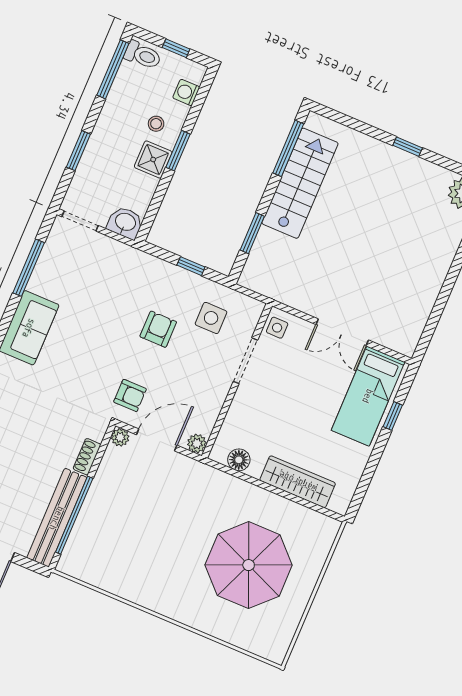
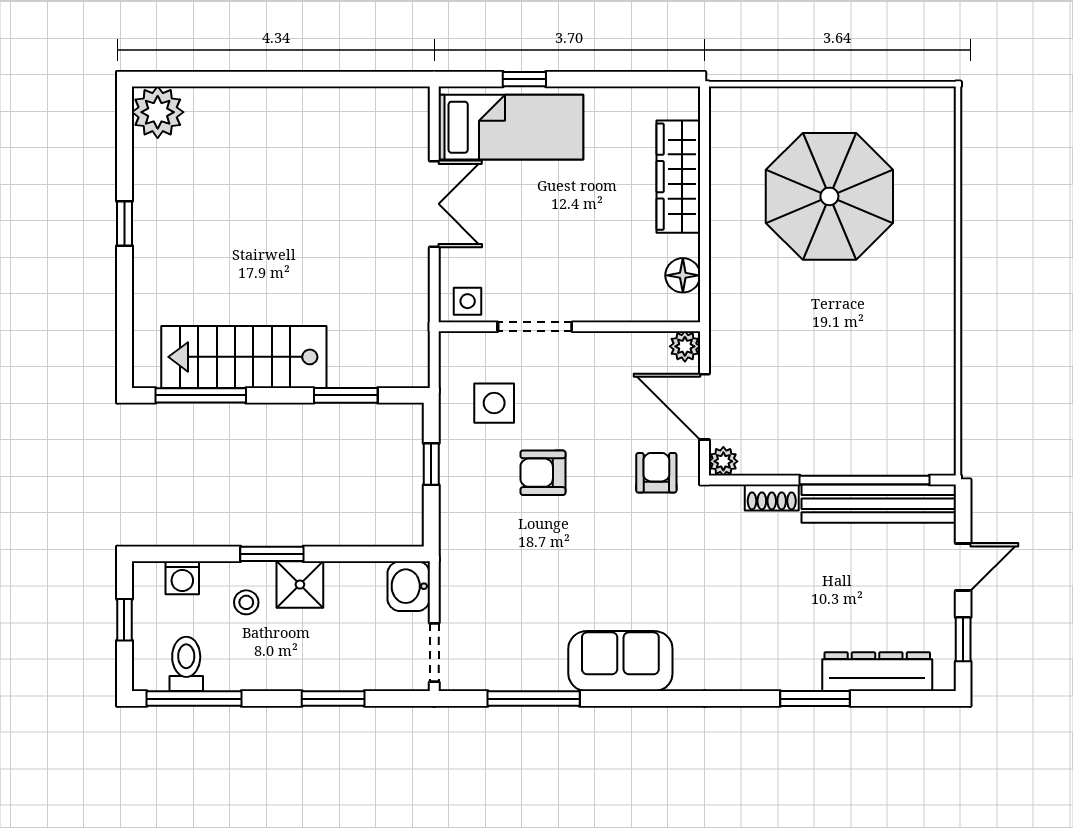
toilet: (143, 55) -> (186, 664), moved

